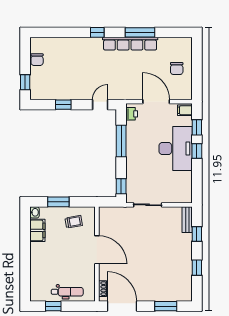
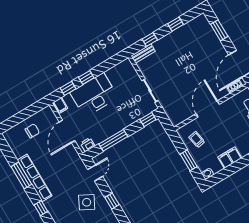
side table: (77, 80) -> (87, 202), added
door: (100, 105) -> (95, 173), swing flipped
filing cabinet: (37, 230) -> (230, 158), moved

